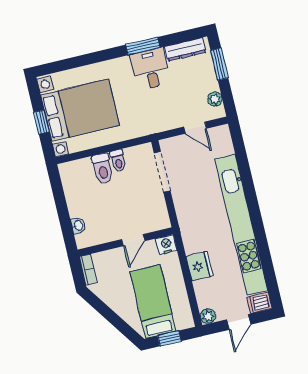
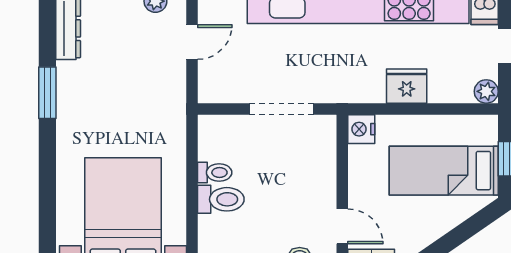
desk: (151, 69) -> (85, 89), removed
doorway: (162, 172) -> (281, 109), moved
door: (133, 240) -> (342, 226), moved

